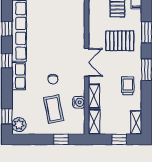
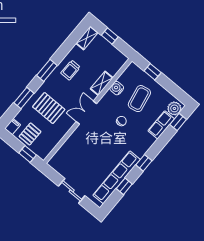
row of seats: (19, 76) -> (161, 125), moved
shelving: (94, 122) -> (117, 64), removed

